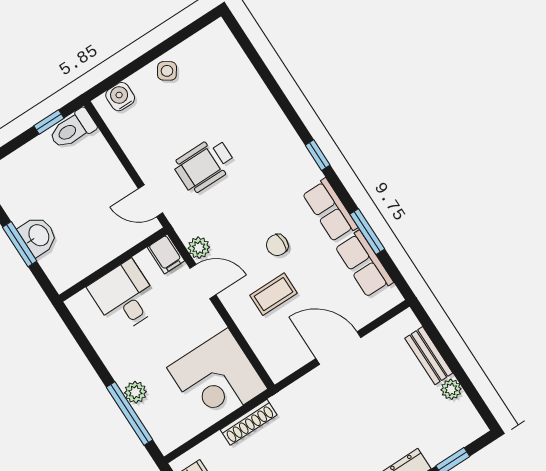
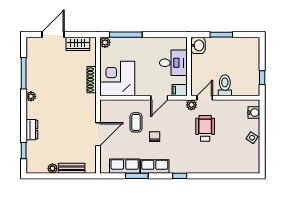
toilet: (73, 129) -> (225, 85), moved
washbasin: (38, 236) -> (198, 45), moved, turned -90
plant: (199, 248) -> (191, 105), moved
plant: (135, 392) -> (105, 42), moved

